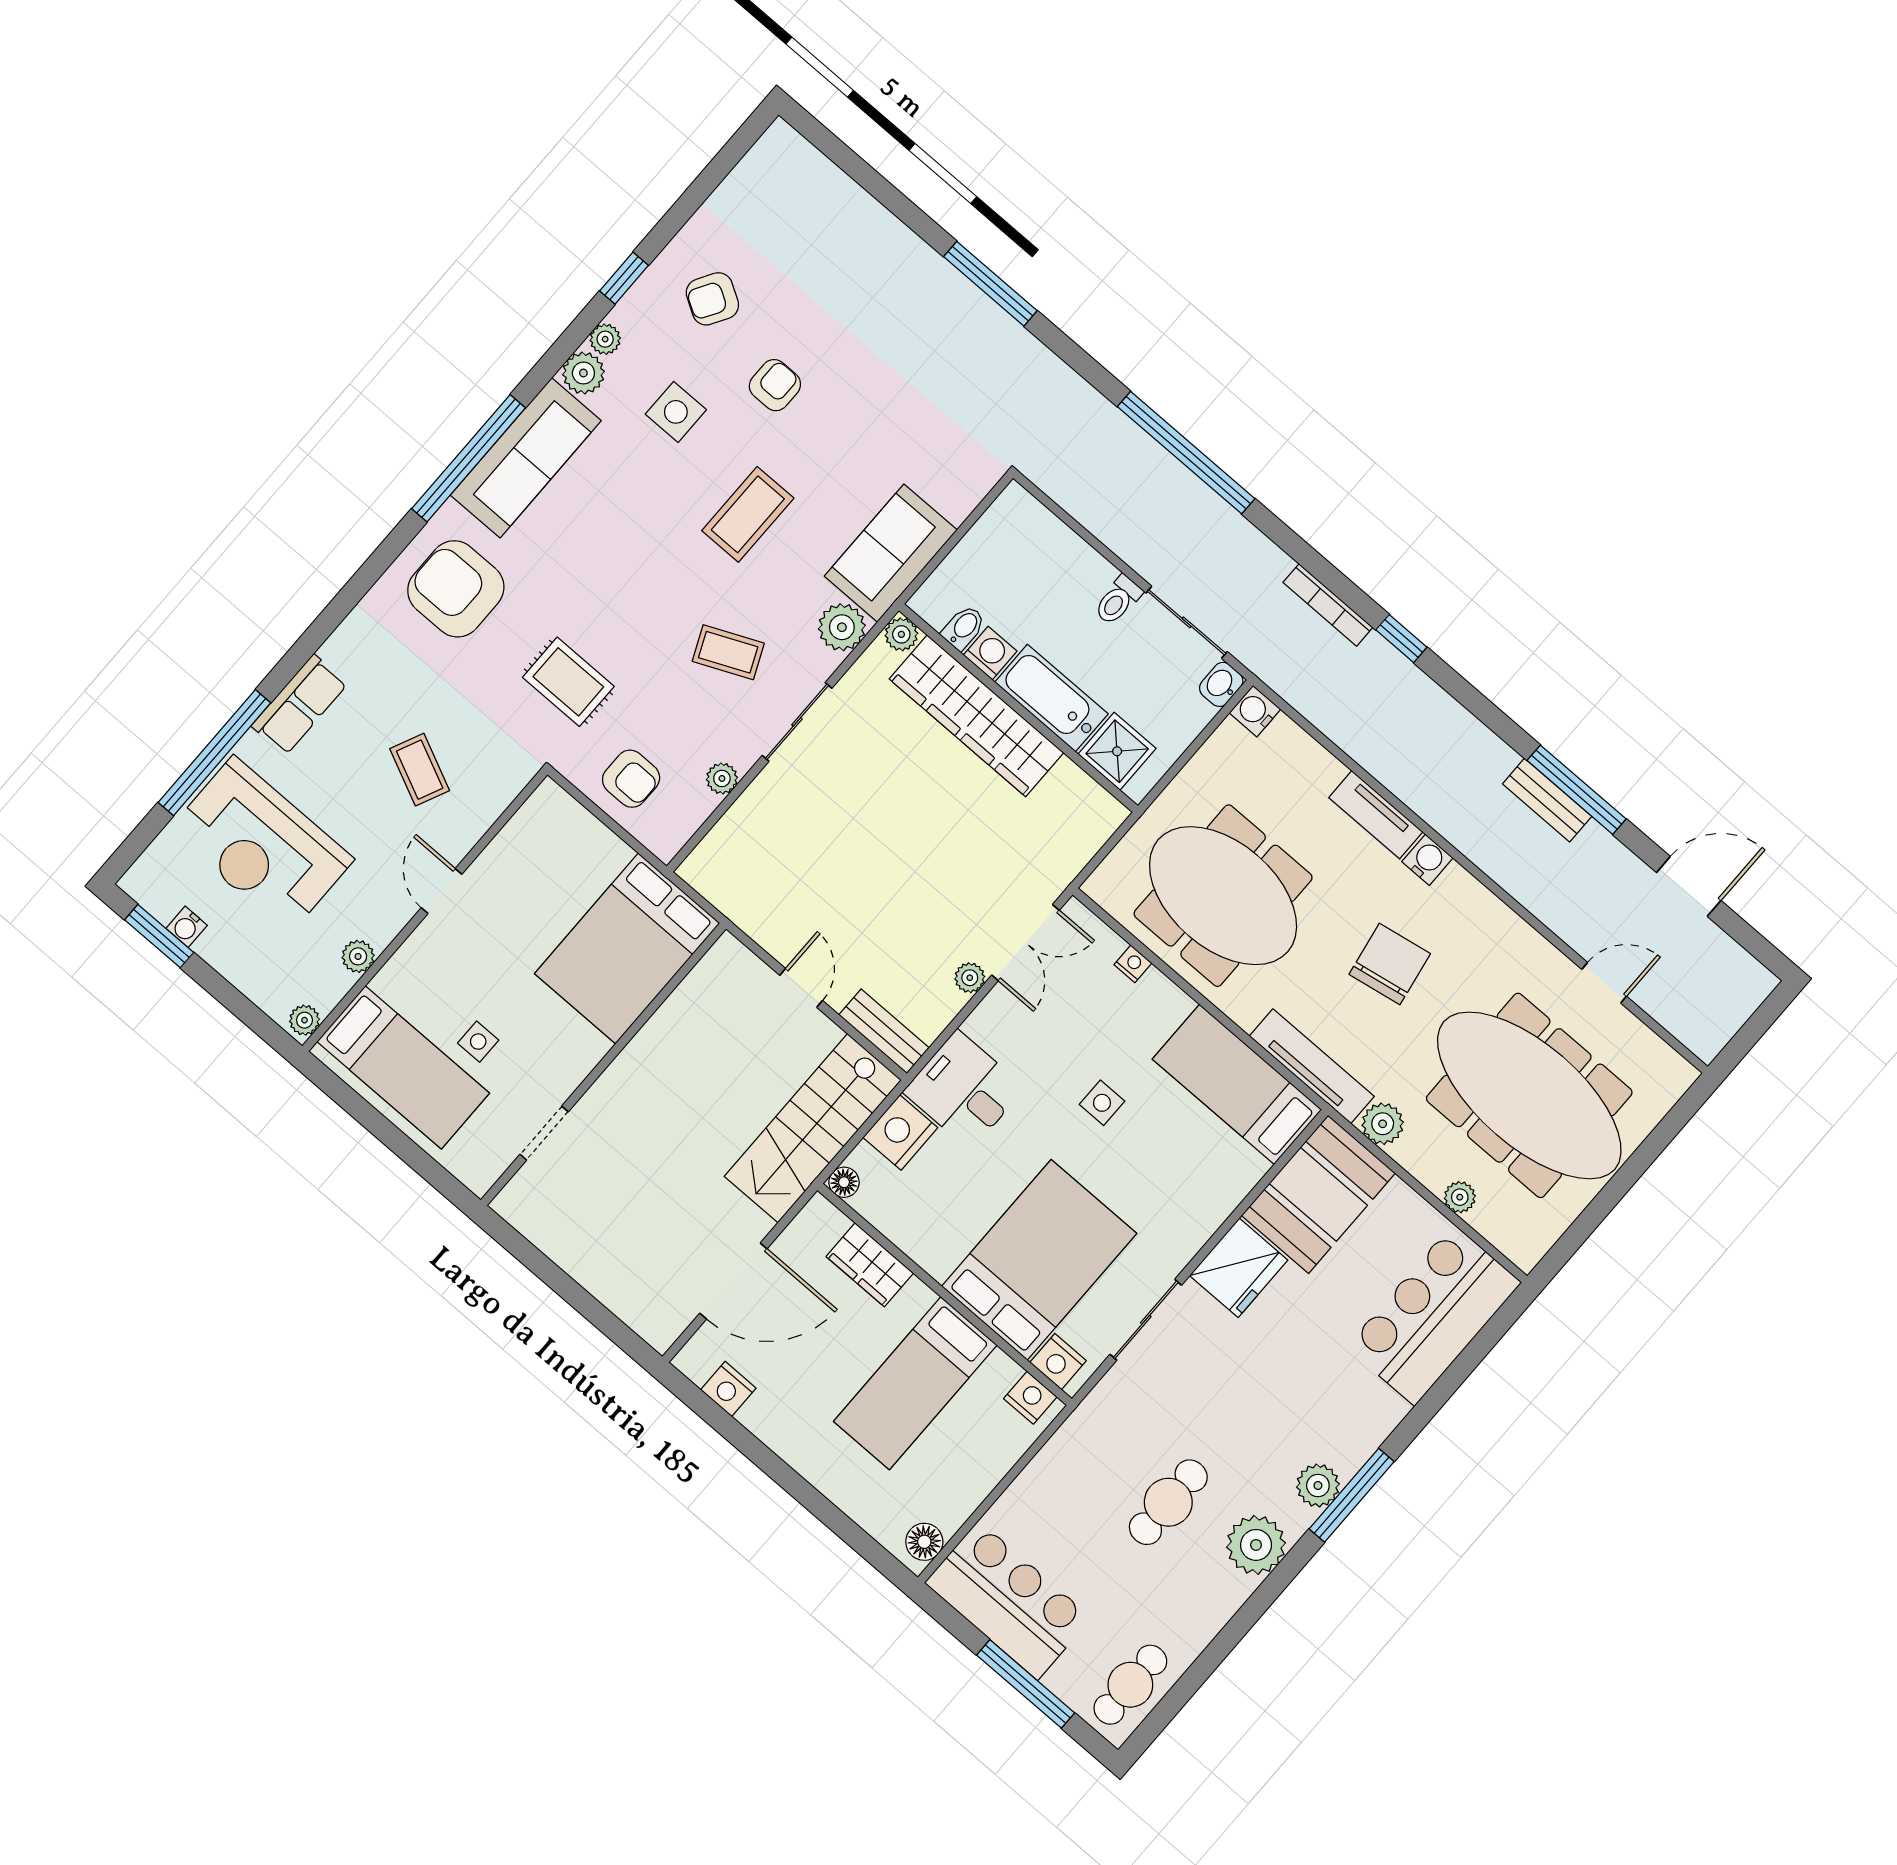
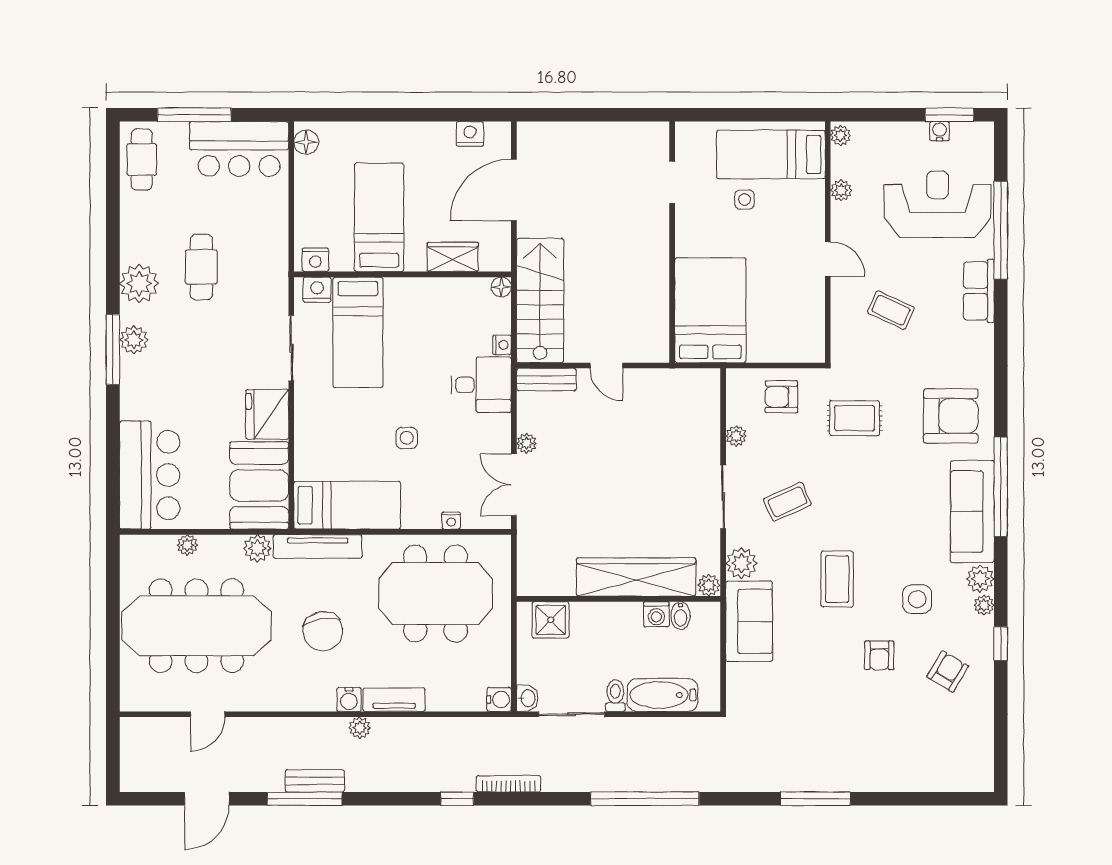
bathtub: (1051, 698) -> (662, 695), moved, turned 180
plant: (1443, 817) -> (360, 728), added
nightstand: (900, 1133) -> (502, 345), width x0.53, depth x0.56
bed: (1039, 1260) -> (358, 332), width x0.67

